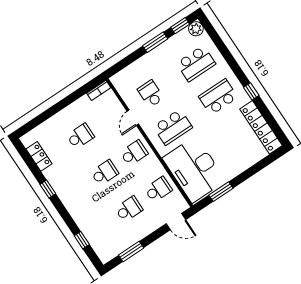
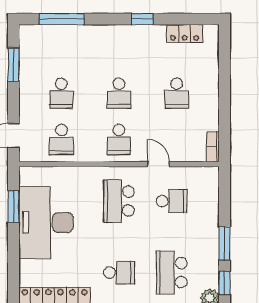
school desk: (218, 97) -> (119, 273), width x0.54
desk: (194, 169) -> (46, 222), moved, turned -90
window: (82, 240) -> (62, 19), width x2.17

